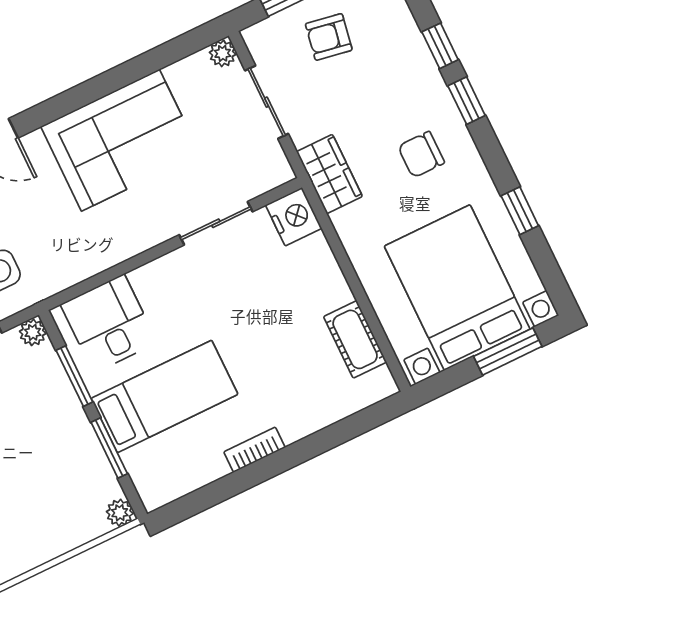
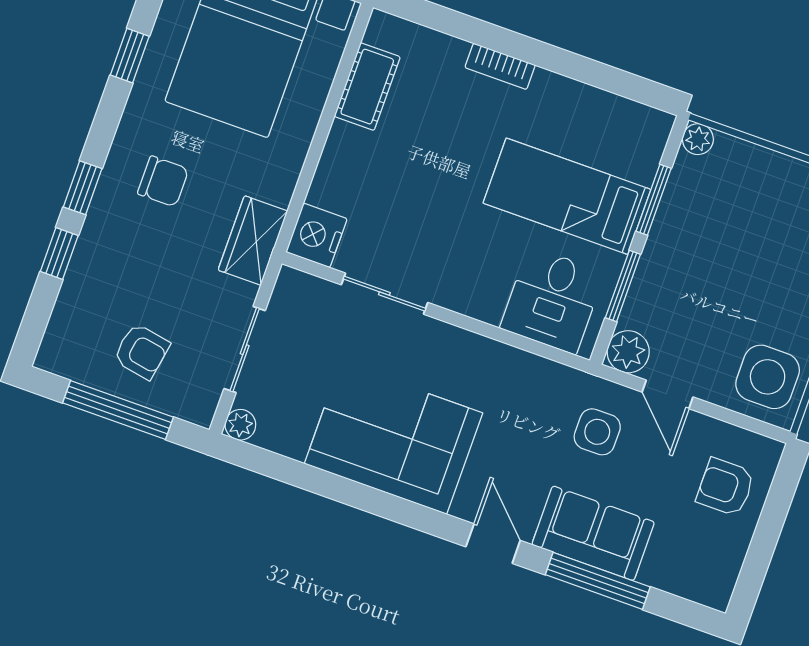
plant: (33, 332) -> (628, 352), width x1.38, depth x1.38
bookcase: (254, 450) -> (500, 66), moved

